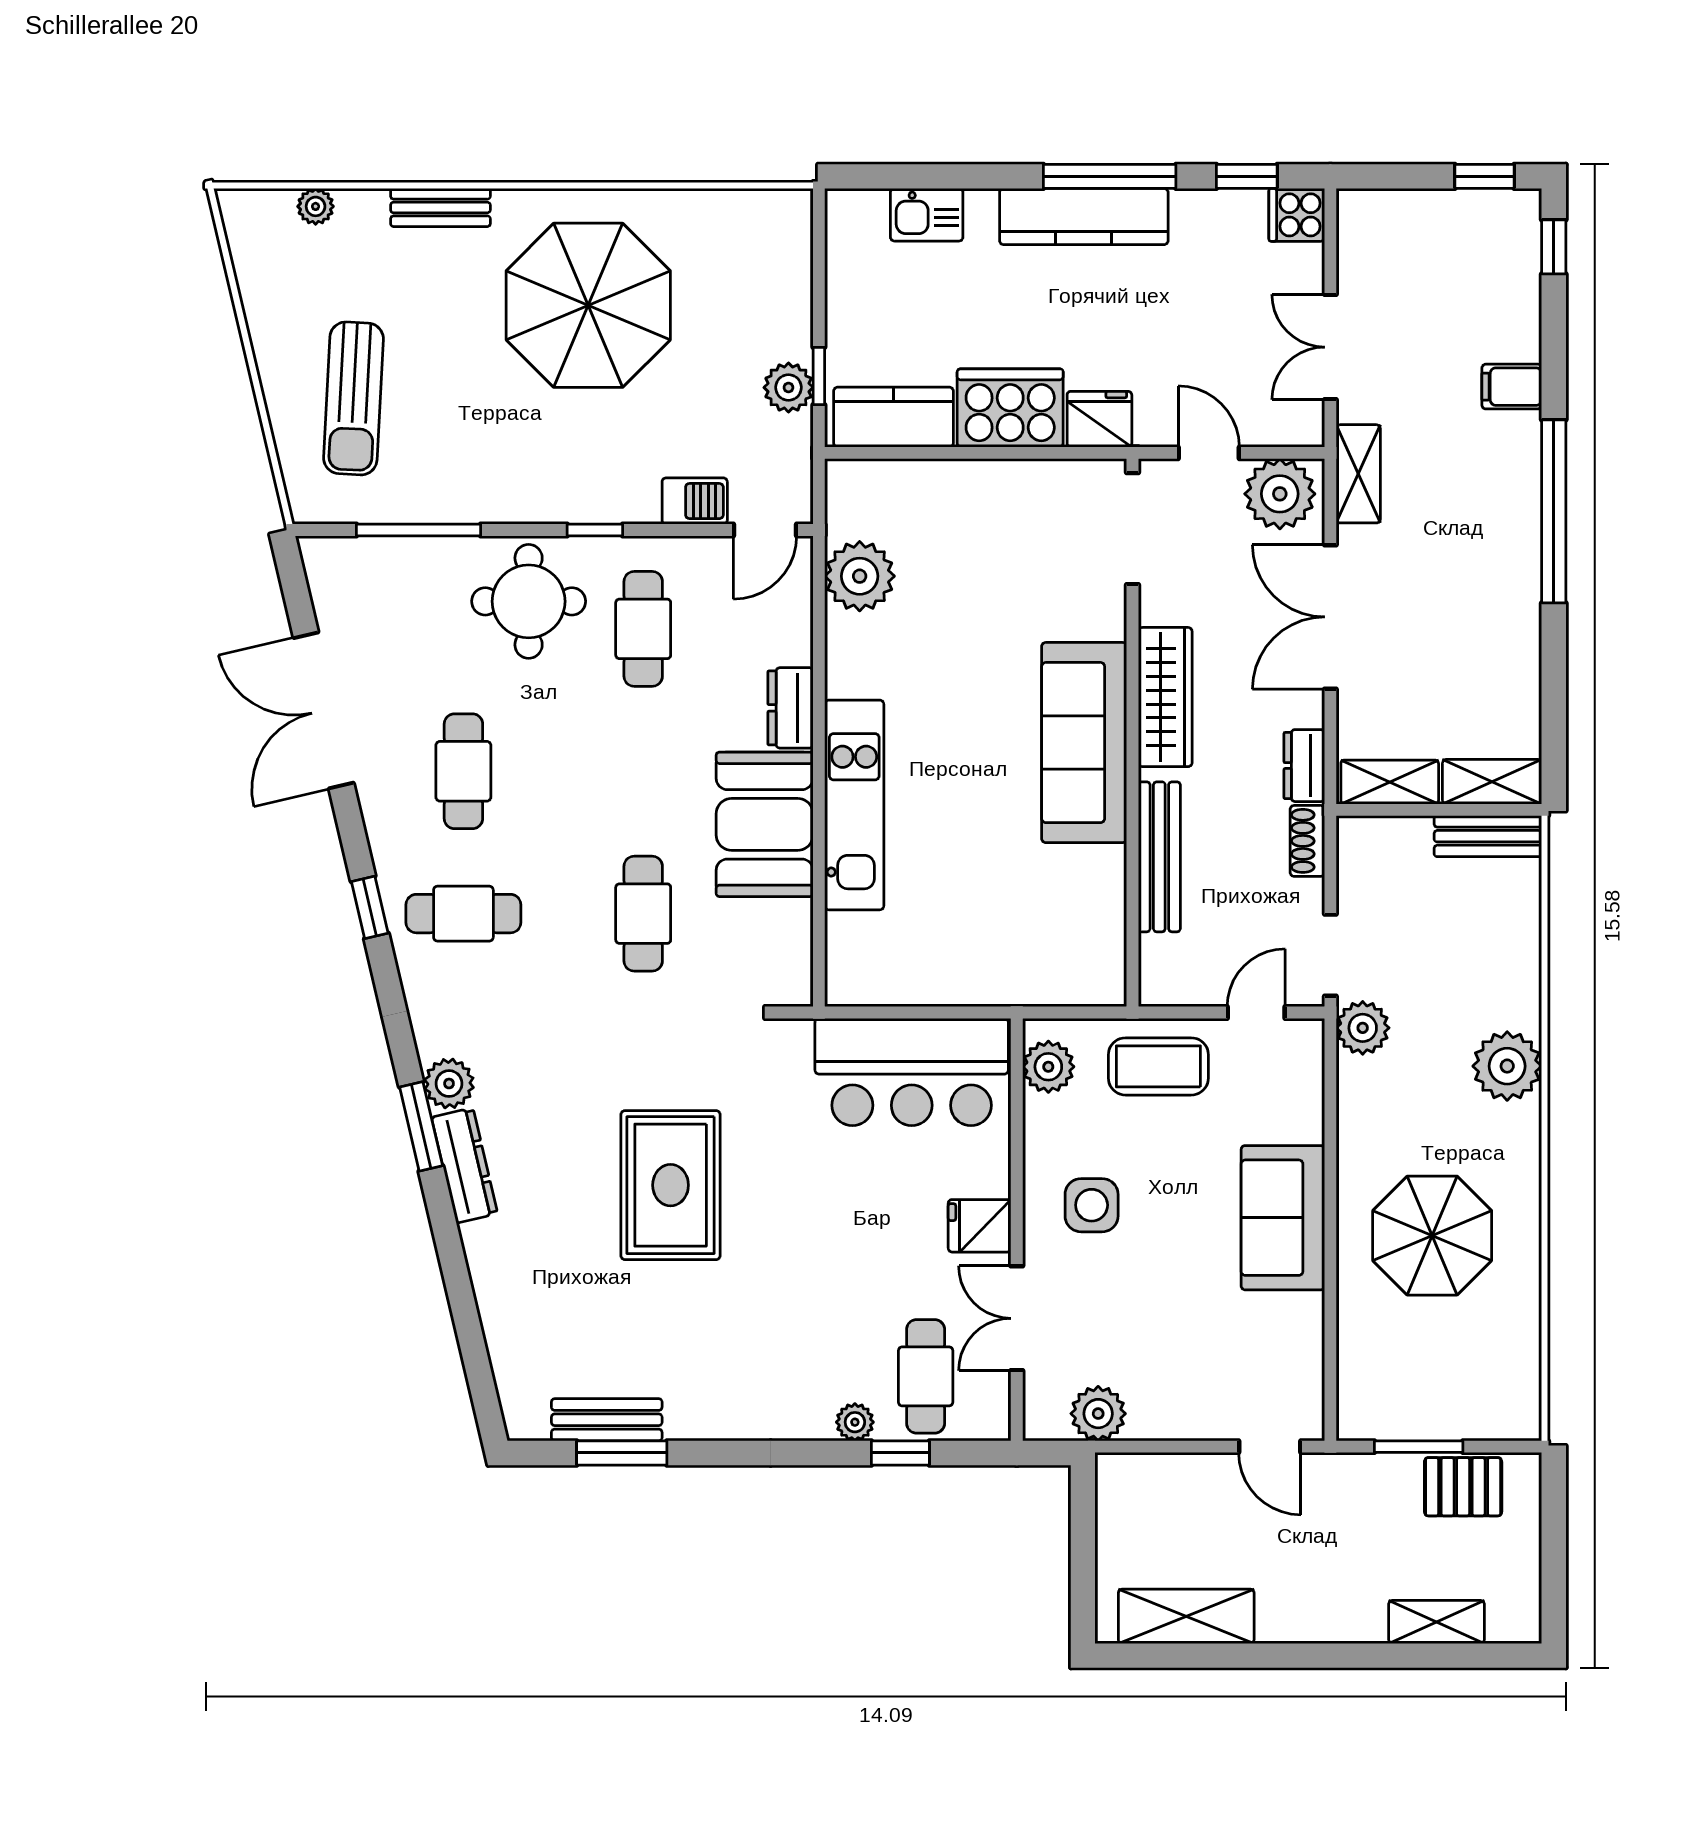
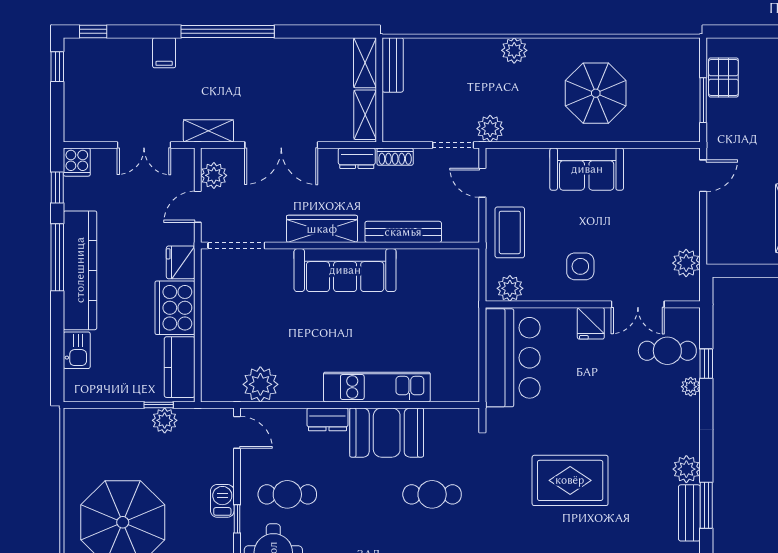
kitchen counter: (1084, 217) -> (80, 270), width x1.39, depth x1.17
plant: (1280, 494) -> (214, 175), width x0.73, depth x0.73
barbecue: (695, 501) -> (222, 501), moved
plant: (1507, 1066) -> (514, 50), width x0.73, depth x0.73
plant: (693, 1414) -> (686, 469), added

